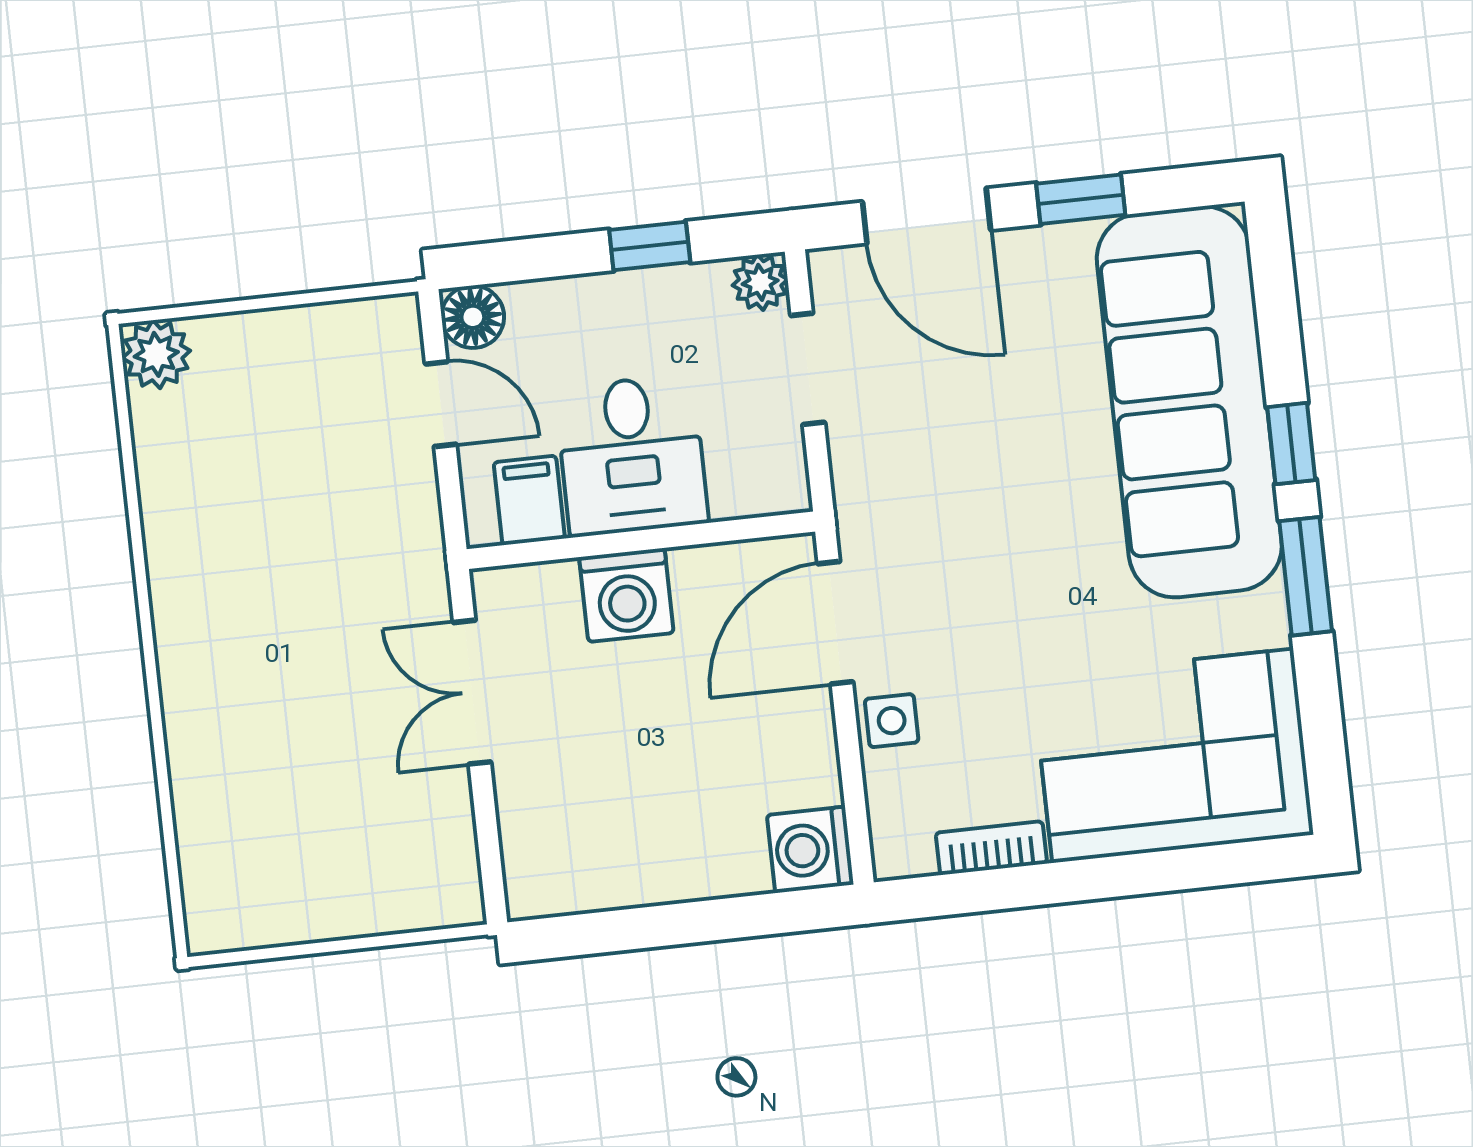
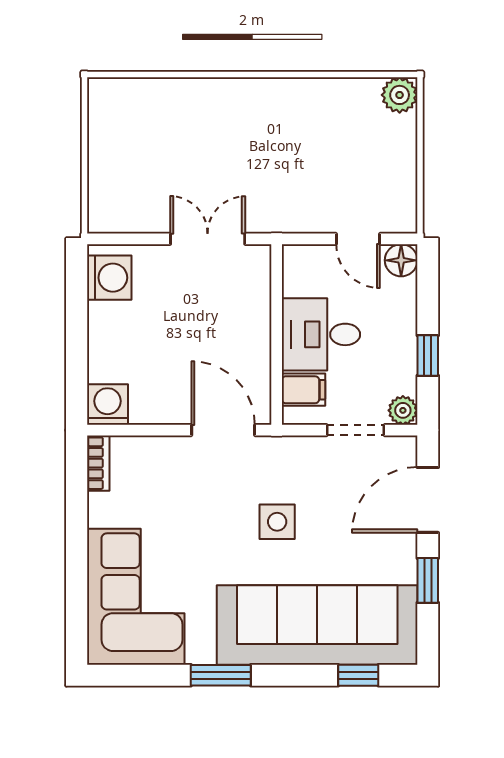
door: (441, 404) -> (358, 239), hinge flipped
window: (1291, 444) -> (358, 675), moved
filing cabinet: (529, 500) -> (303, 390), moved
washing machine: (626, 595) -> (109, 278), moved, turned 180
side table: (892, 721) -> (277, 522), moved, width x1.37, depth x1.37
bookcase: (991, 848) -> (98, 463), moved

